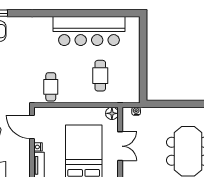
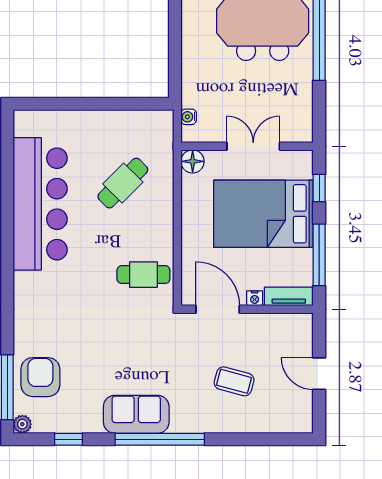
cafe table: (100, 76) -> (123, 183), turned -45
door: (32, 127) -> (218, 309), swing flipped

